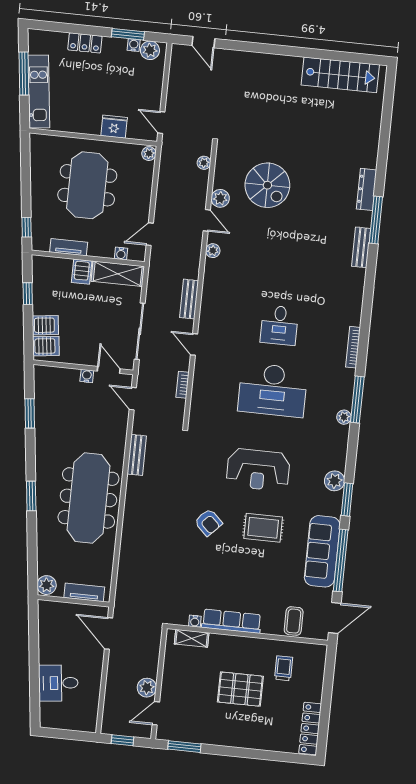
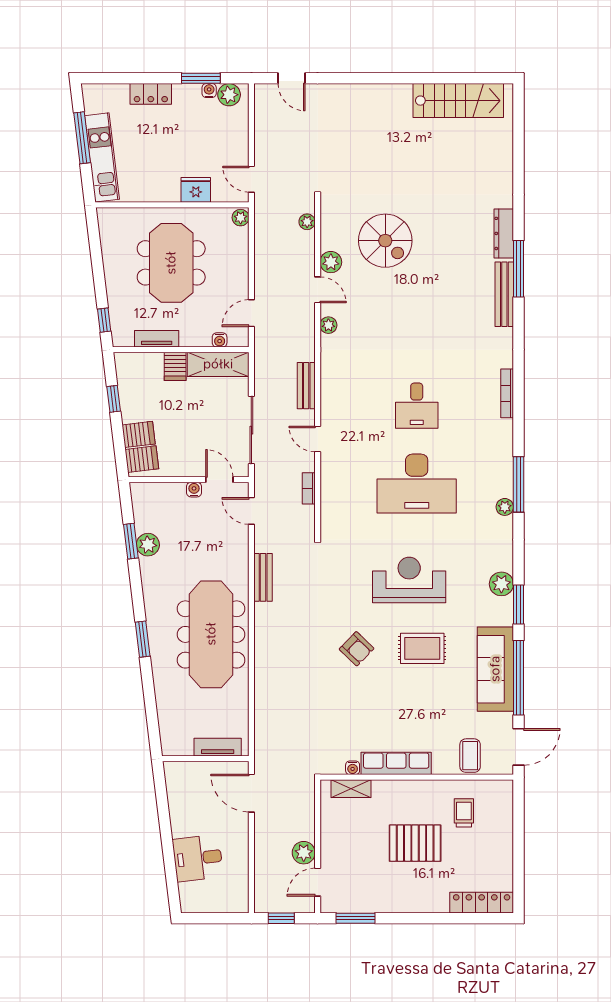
bench: (361, 247) -> (504, 294), width x1.36
bookcase: (353, 347) -> (507, 393), moved
reception desk: (258, 470) -> (409, 580), turned 180
plant: (47, 585) -> (148, 545), moved
locker: (310, 729) -> (482, 903), moved, turned 90

